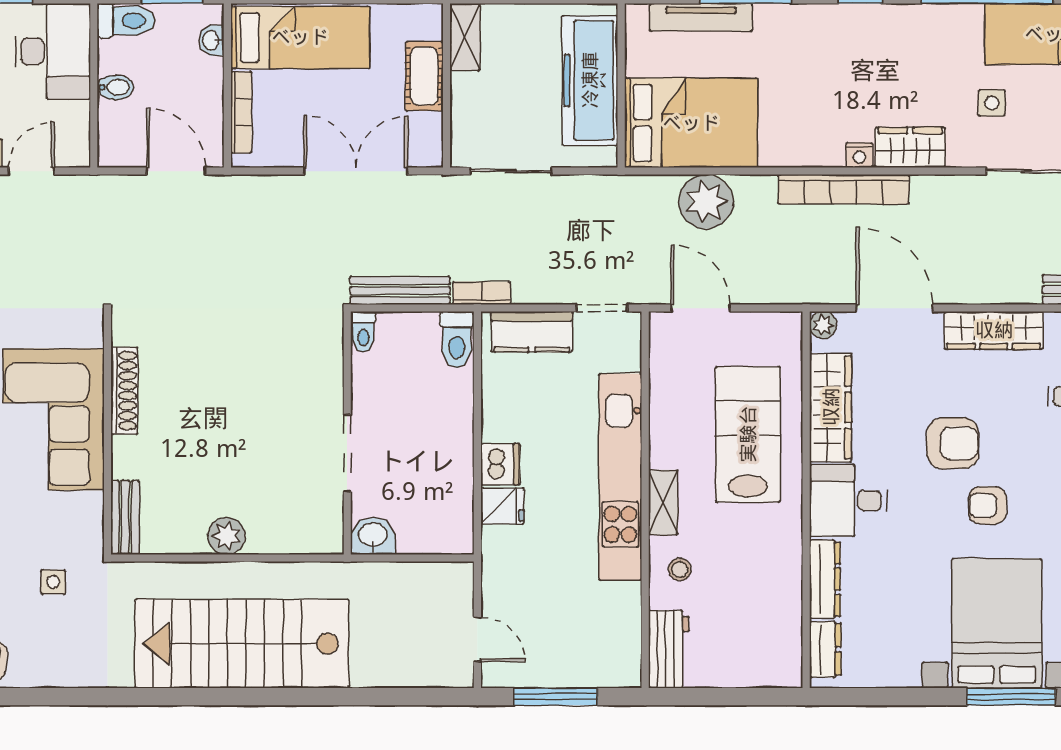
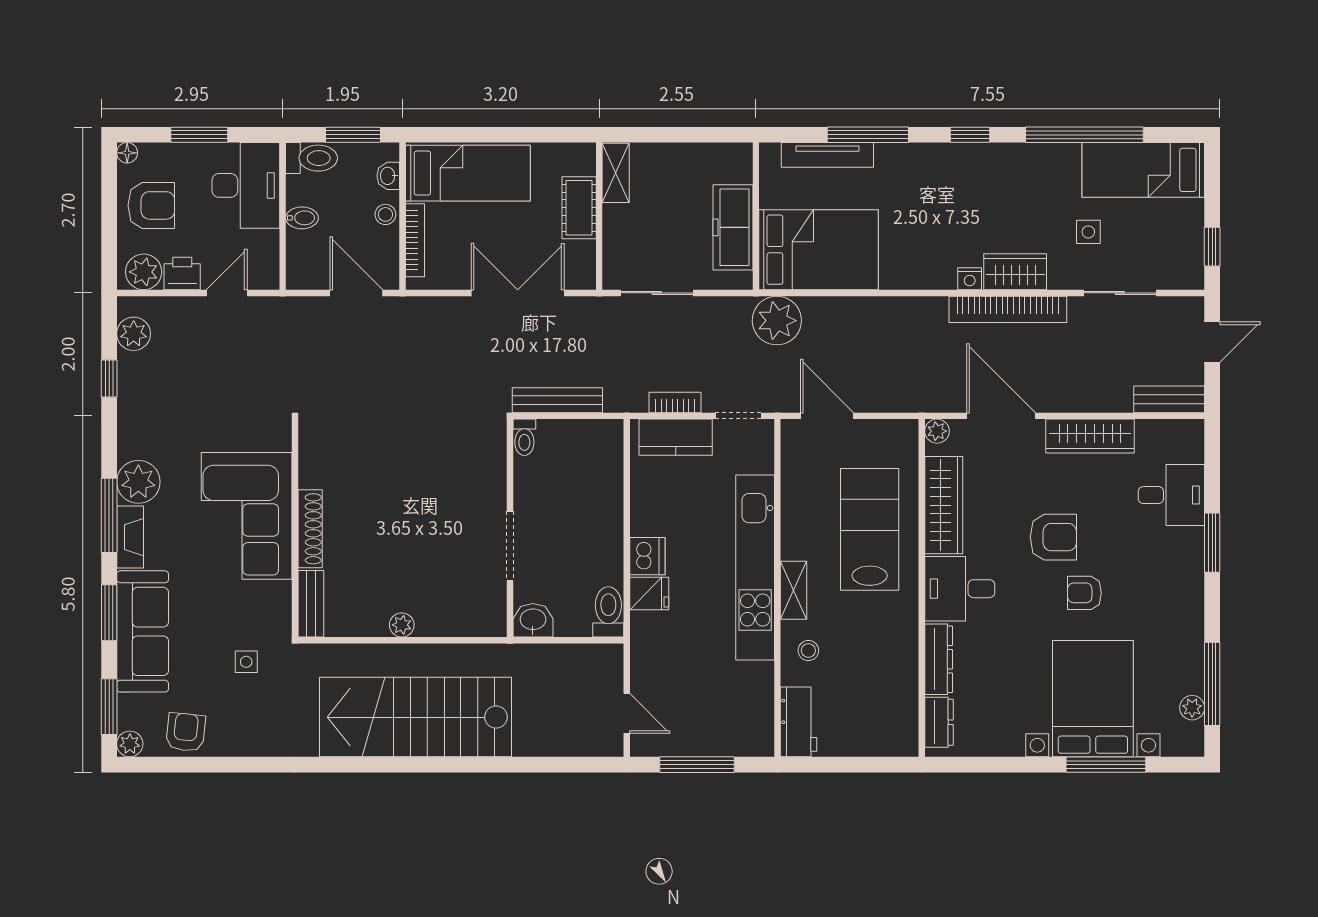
freezer: (590, 80) -> (733, 227), width x0.73, depth x0.79
stool: (208, 84) -> (385, 214), added
bookcase: (844, 189) -> (1008, 309), moved
plant: (706, 202) -> (777, 321), moved
bookcase: (482, 293) -> (675, 402), moved
toilet: (457, 340) -> (608, 612), moved, turned 180
shoe rack: (124, 391) -> (310, 529), moved
plant: (227, 536) -> (402, 625), width x0.73, depth x0.73

